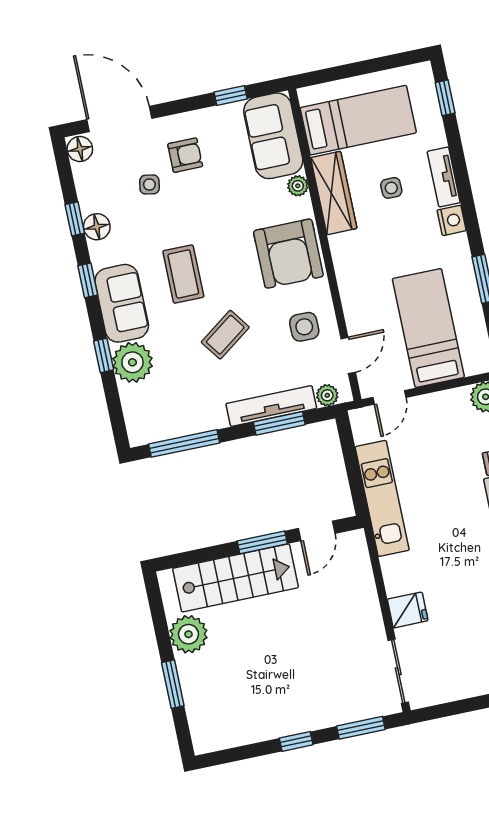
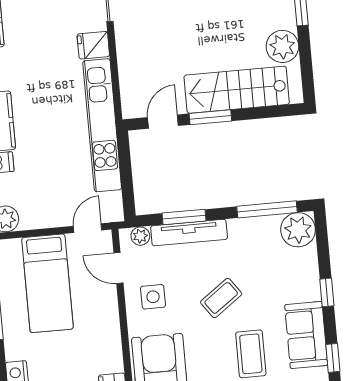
door: (348, 355) -> (118, 268), hinge flipped
plant: (132, 362) -> (298, 230), moved
kitchen unit: (382, 498) -> (102, 125), width x1.36

